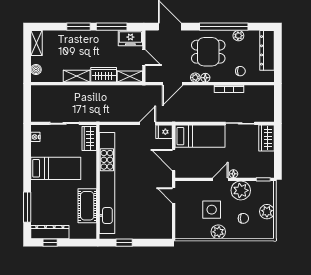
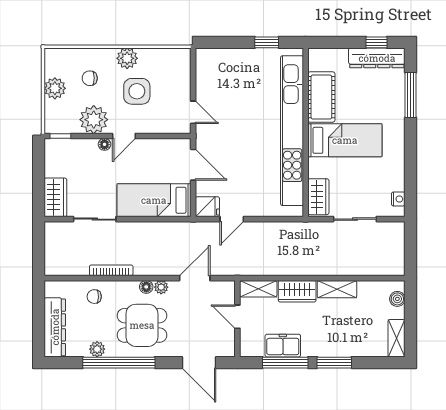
freezer: (130, 38) -> (283, 346), moved
bed: (56, 168) -> (345, 140), moved, turned 180

